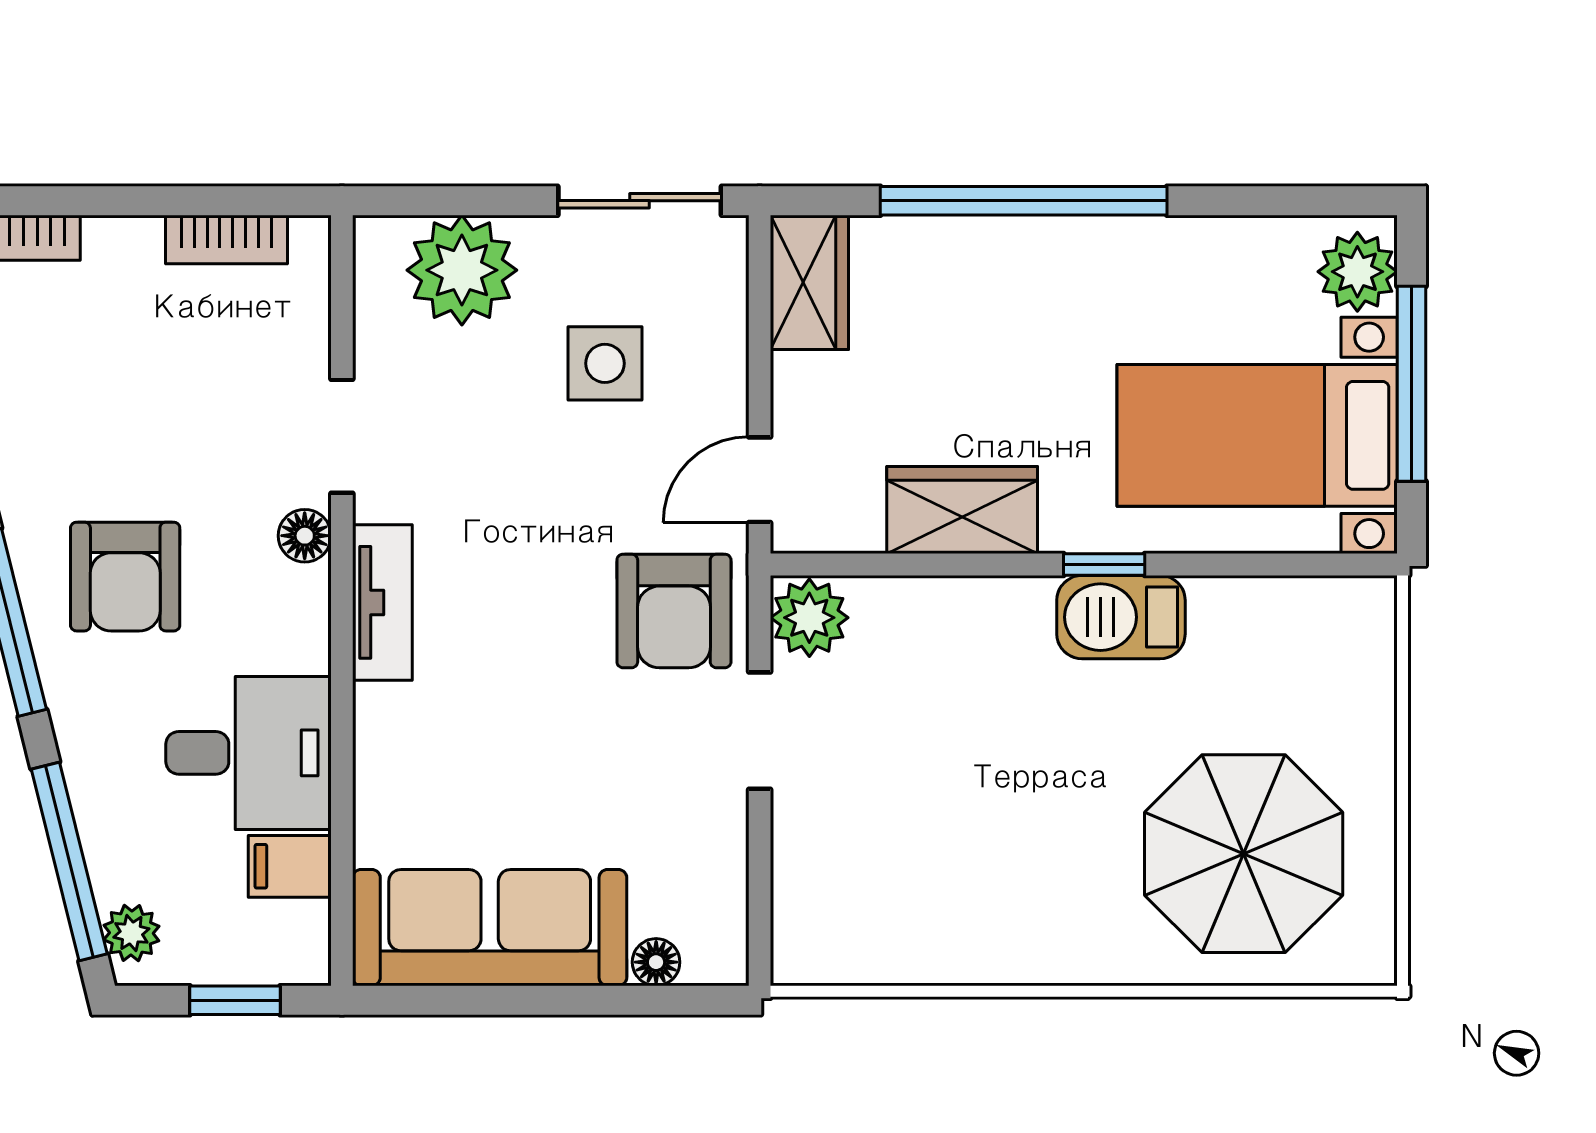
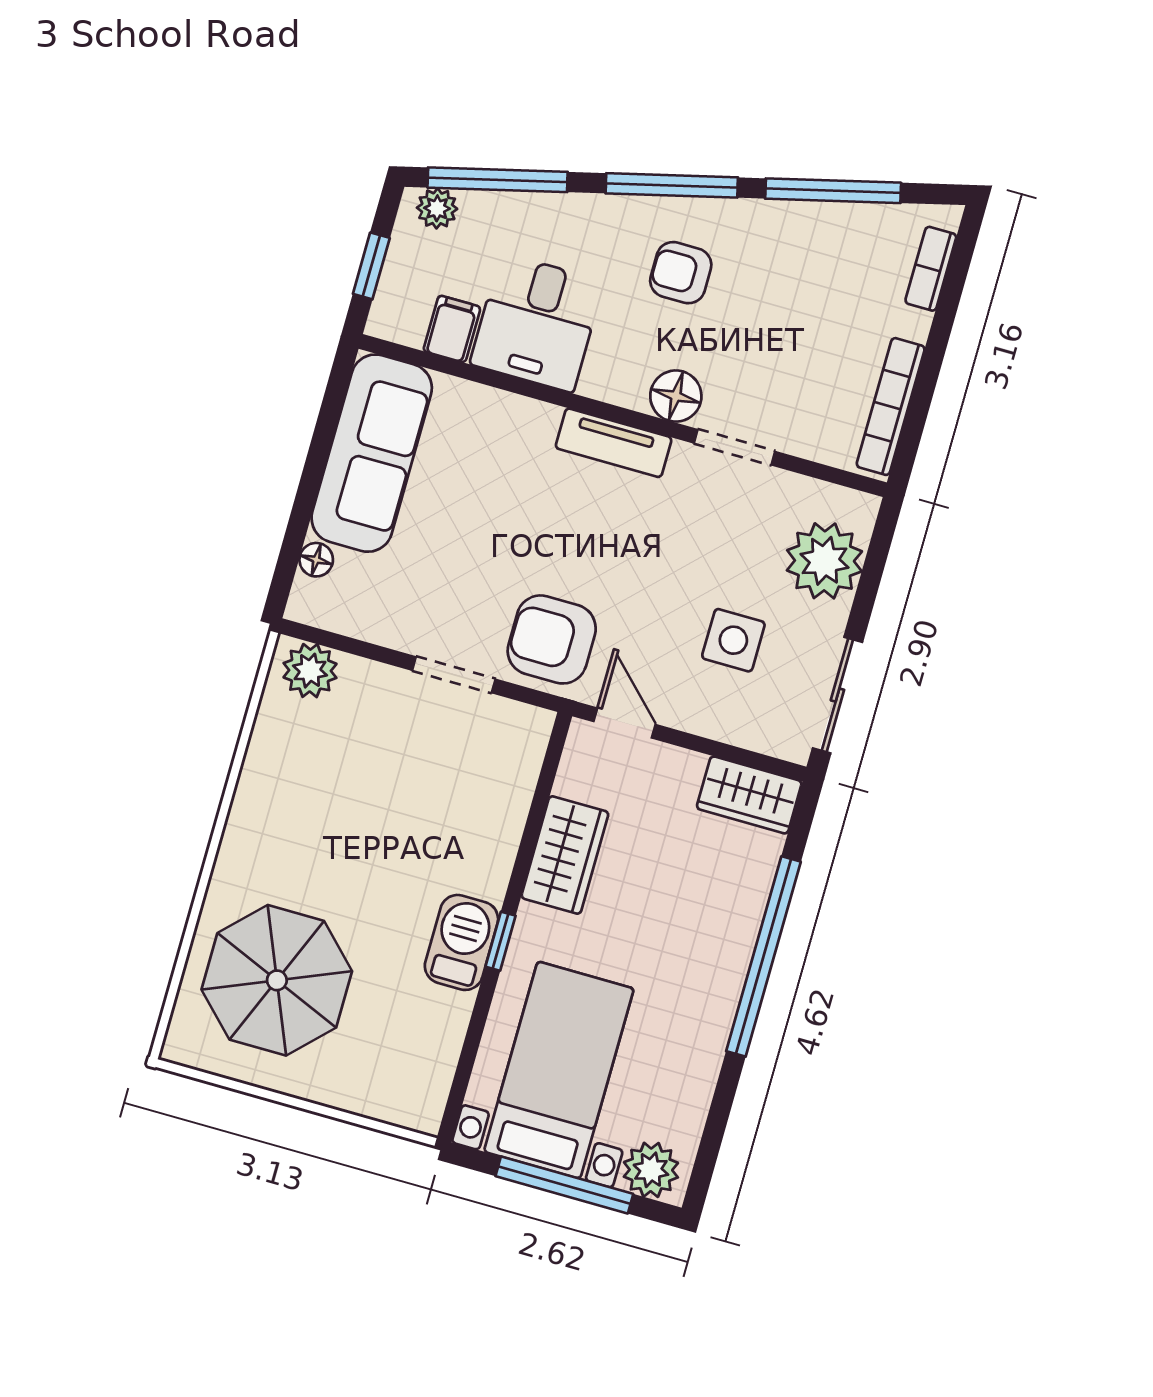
bookcase: (226, 239) -> (891, 407), width x1.56
floor lamp: (305, 536) -> (676, 396), width x1.37, depth x1.37
armchair: (125, 577) -> (681, 273), width x0.72, depth x0.72
plant: (809, 618) -> (310, 671), moved

